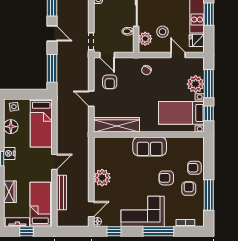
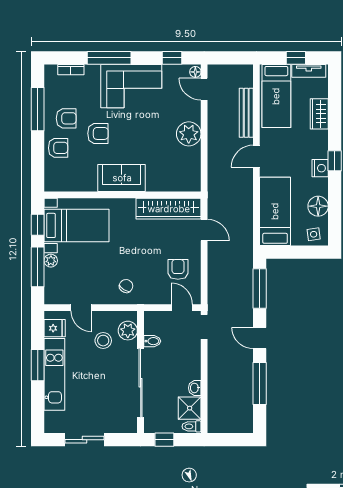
plant: (196, 84) -> (51, 261), width x0.53, depth x0.53
door: (91, 99) -> (204, 230), moved
armchair: (189, 189) -> (66, 118), turned -90
door: (91, 209) -> (204, 89), hinge flipped

